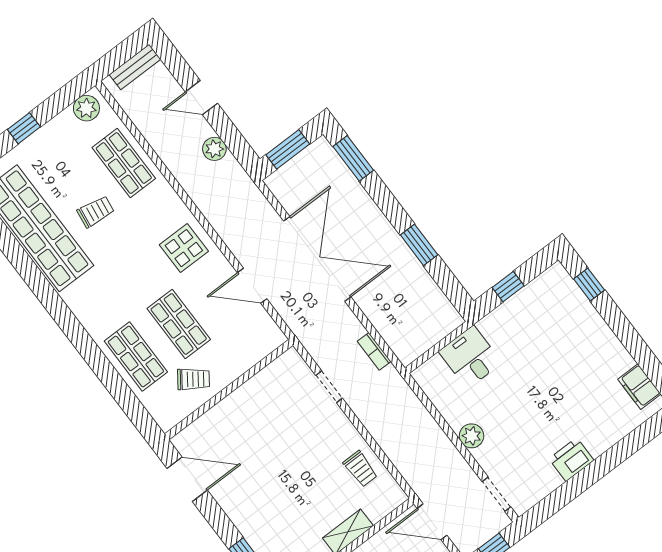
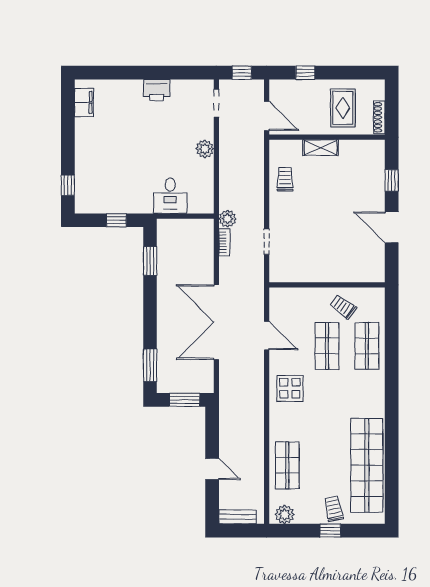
plant: (214, 149) -> (227, 219), moved
trolley: (96, 212) -> (334, 509), moved, turned 70
window: (419, 245) -> (150, 261), moved
door: (187, 479) -> (392, 227), moved

